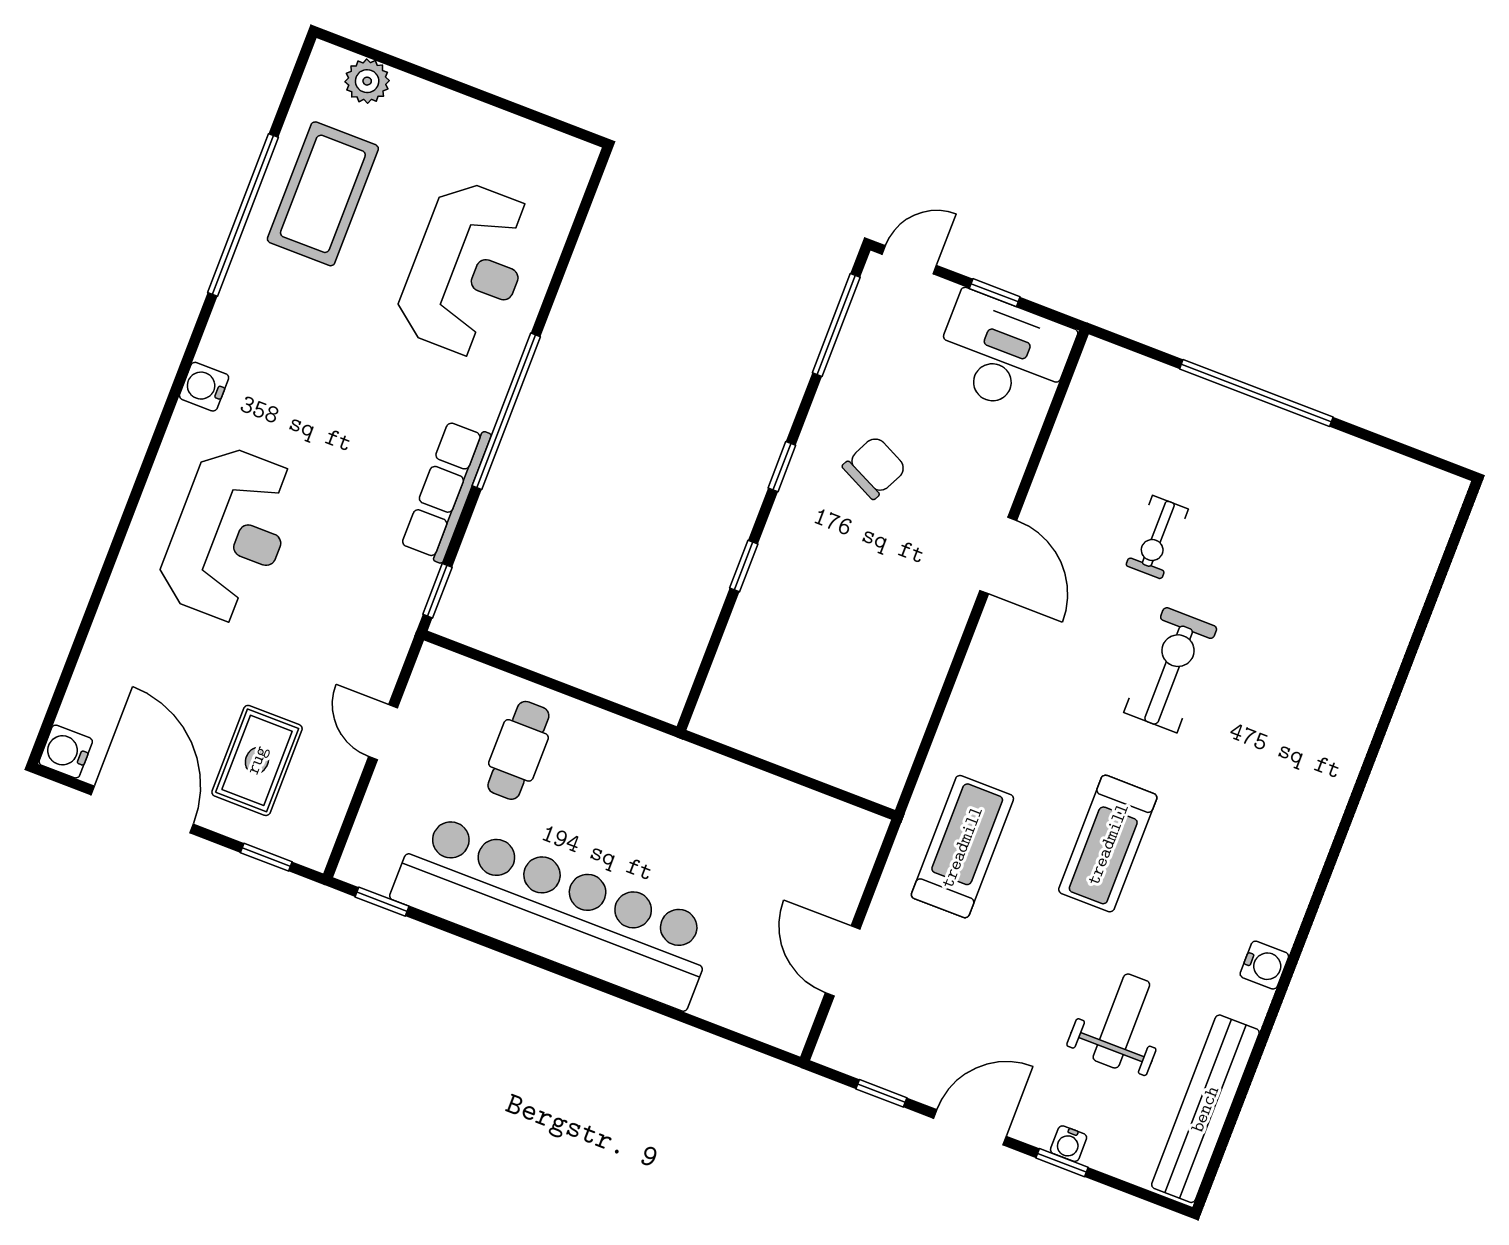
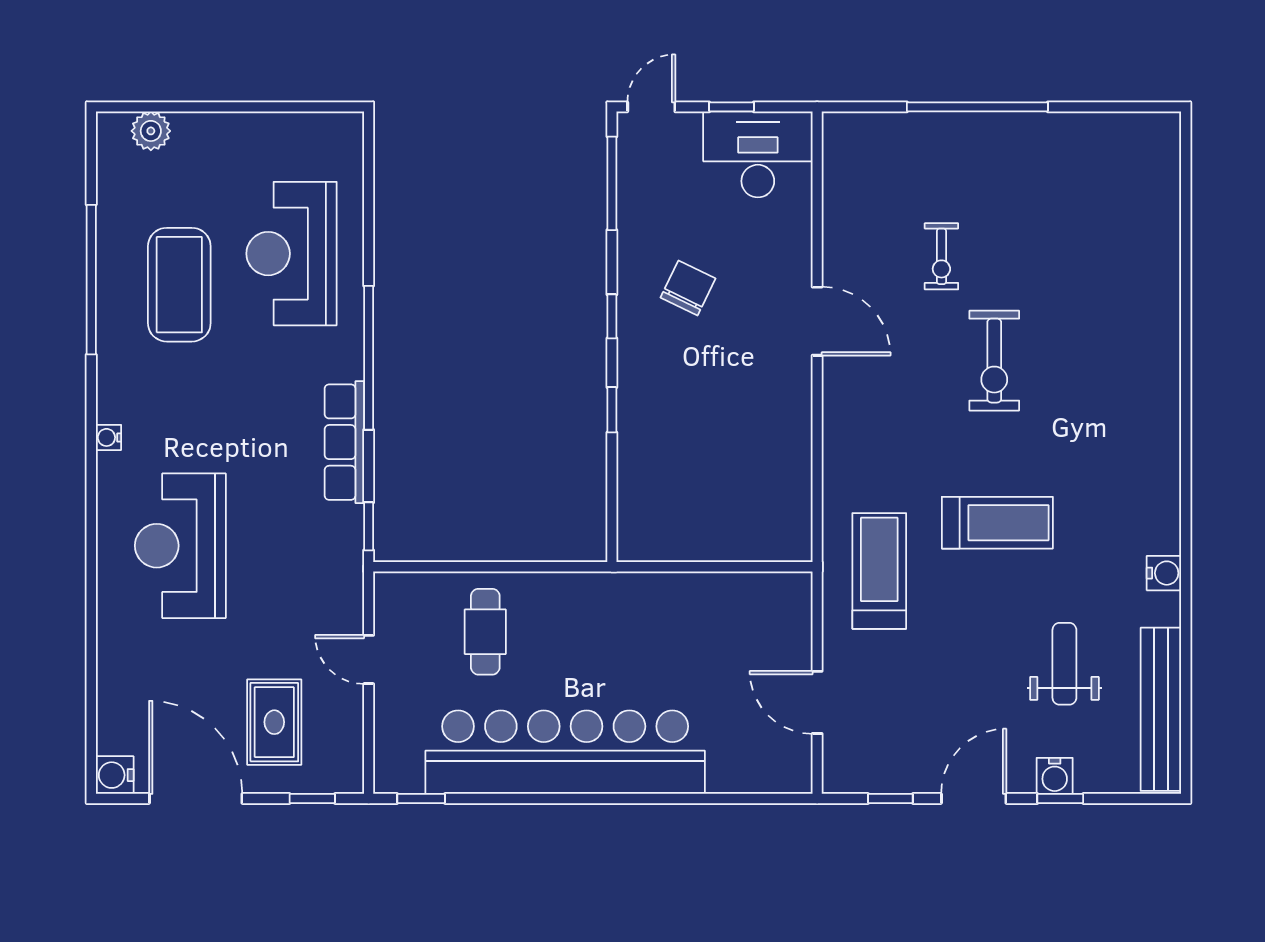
coffee table: (323, 194) -> (179, 285), moved
reception desk: (467, 269) -> (292, 254), turned 180
water cooler: (204, 387) -> (108, 437), width x0.72, depth x0.72
reception desk: (229, 534) -> (180, 546), turned 180
exercise bike: (1171, 670) -> (994, 361), turned 180
treadmill: (1108, 844) -> (997, 523), turned -90
water cooler: (1069, 1144) -> (1055, 776), width x1.38, depth x1.38

